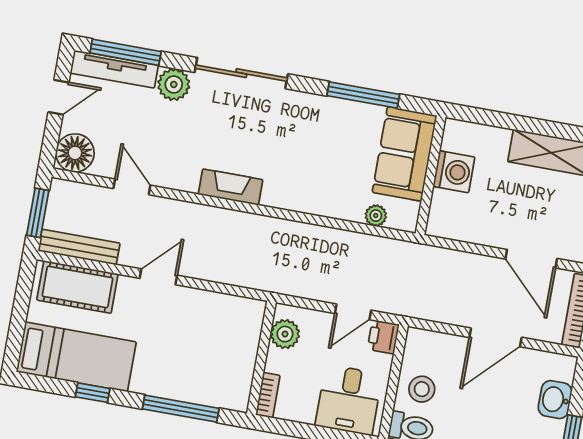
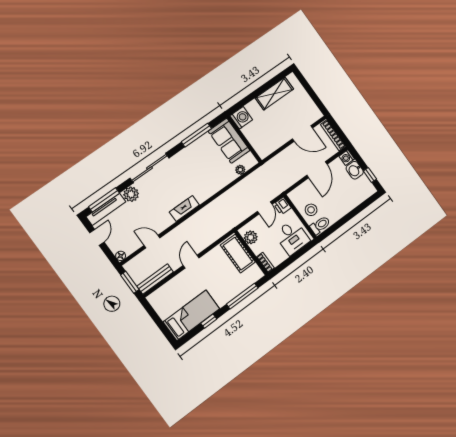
floor lamp: (75, 153) -> (121, 256), width x0.53, depth x0.53
washing machine: (454, 172) -> (241, 118), moved
cot: (77, 287) -> (238, 254), moved, turned 90
washing machine: (563, 367) -> (347, 158), added

